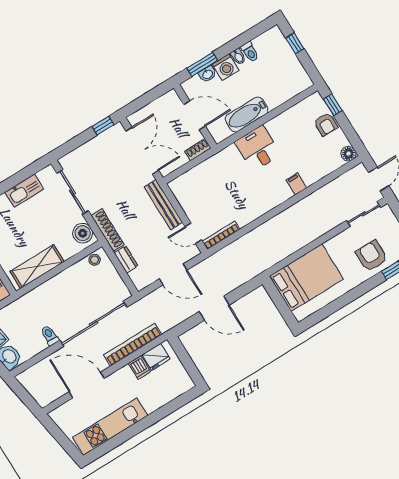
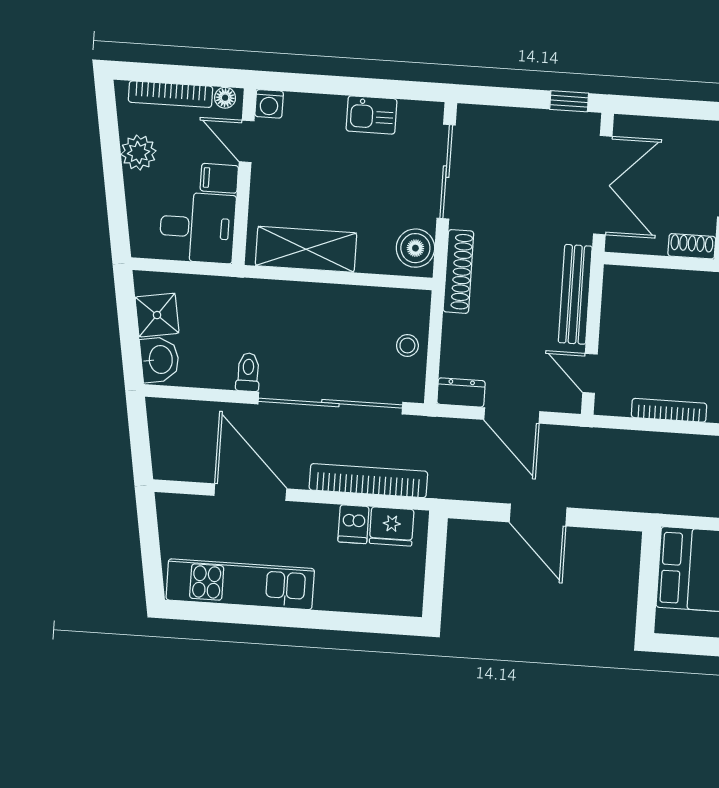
kitchen sink: (24, 191) -> (371, 115), width x0.73
bookcase: (221, 235) -> (669, 410), moved
dresser: (126, 259) -> (461, 392), moved, turned -90
stool: (95, 260) -> (407, 345), moved

